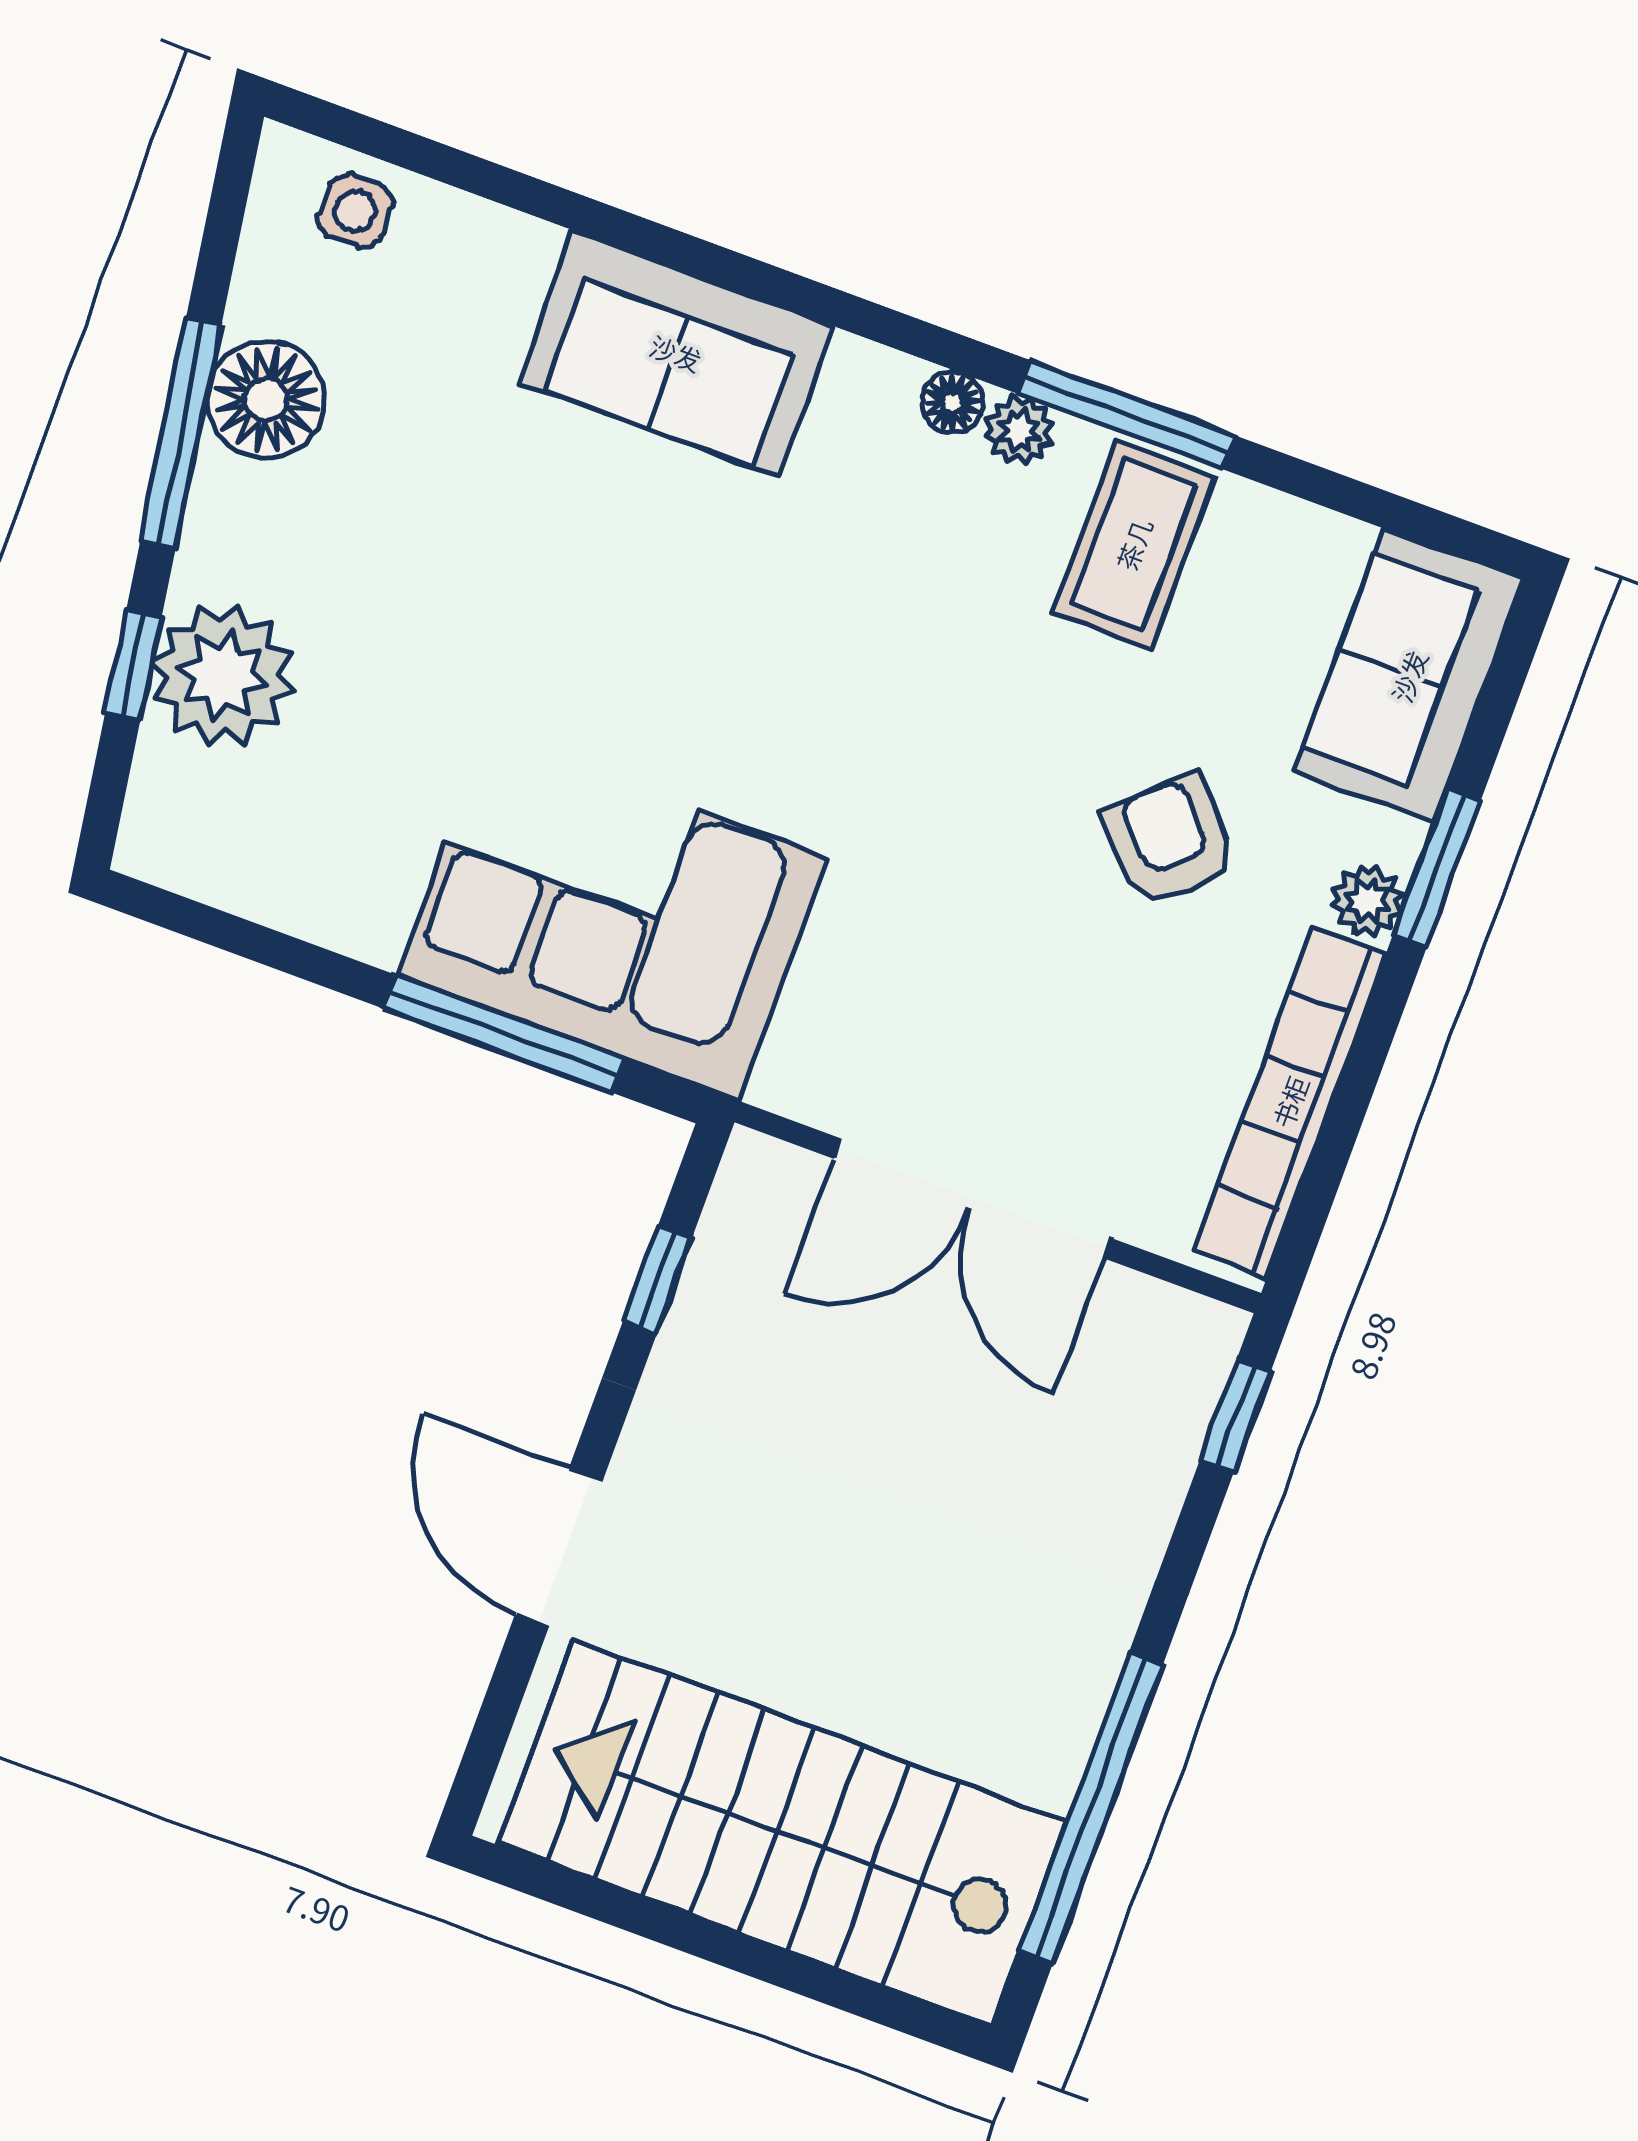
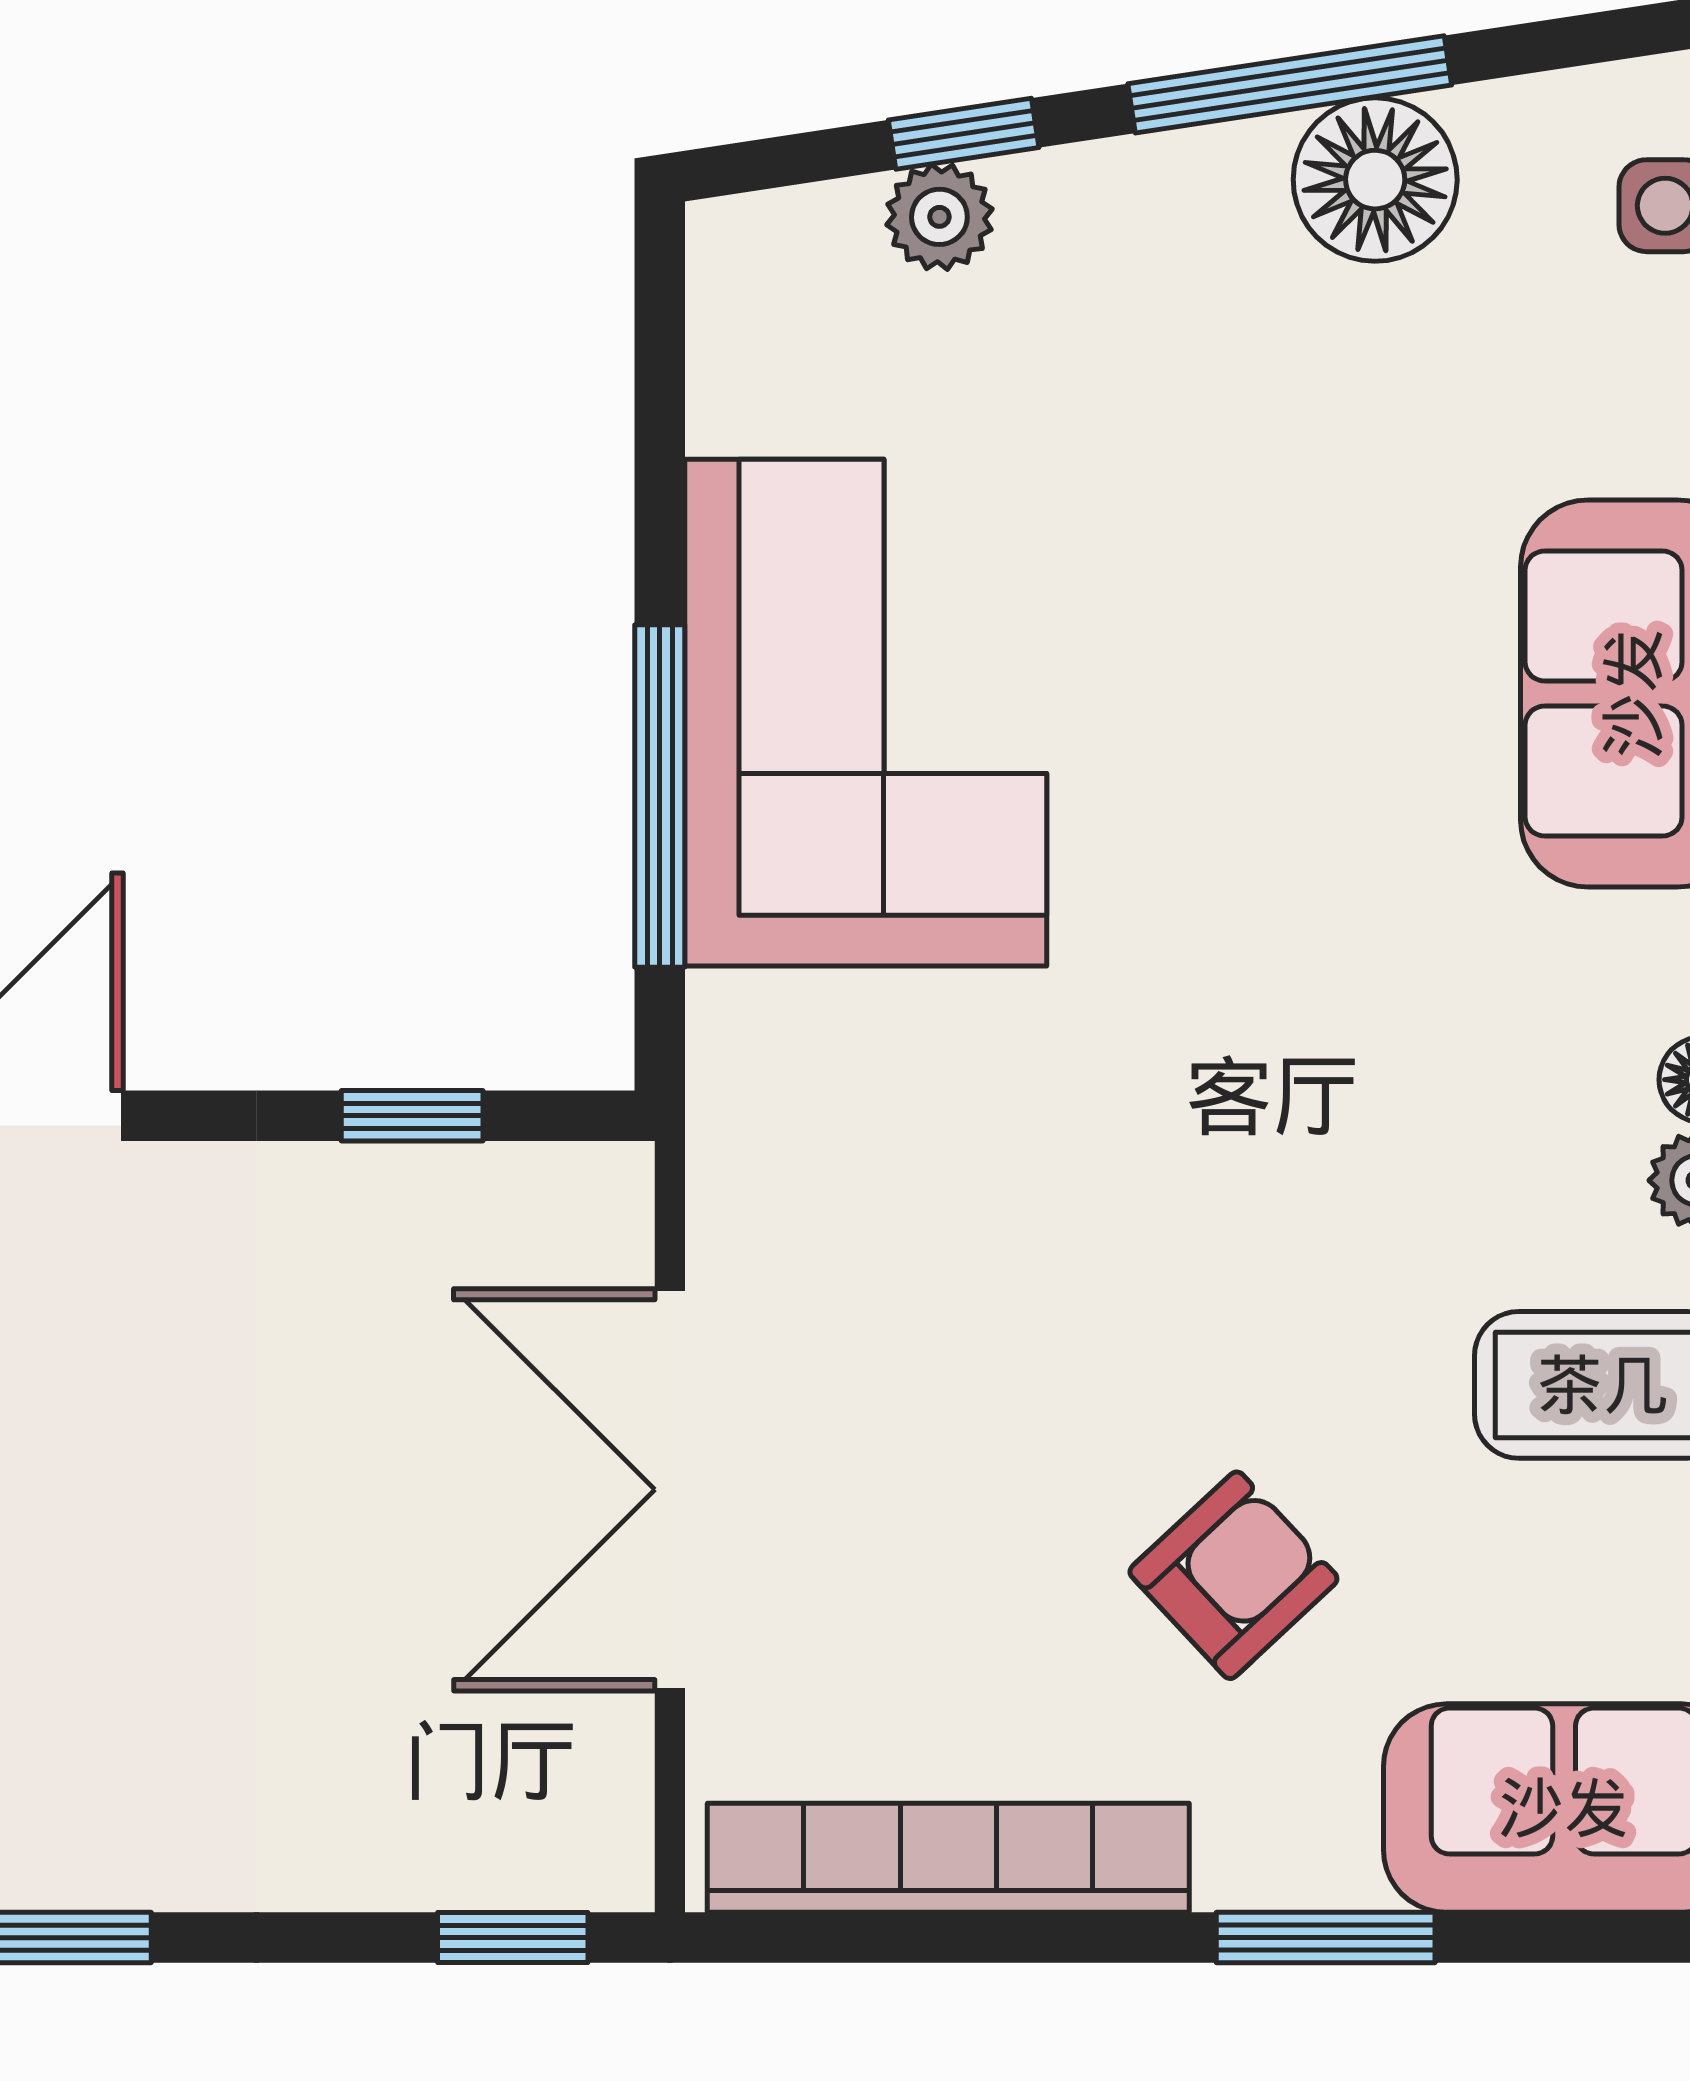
plant: (223, 676) -> (939, 217), width x0.53, depth x0.53
plant: (1367, 901) -> (1249, 1862), removed
corner sofa: (613, 916) -> (866, 713), moved

